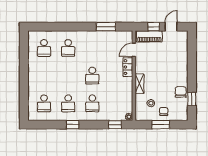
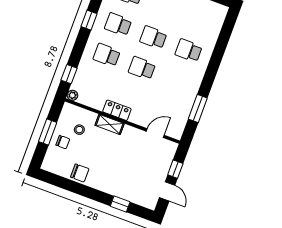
piano: (149, 36) -> (165, 159), removed
school desk: (44, 48) -> (153, 37), moved
door: (134, 50) -> (155, 133), hinge flipped
locker: (128, 67) -> (117, 110), moved
window: (192, 99) -> (120, 204), moved

